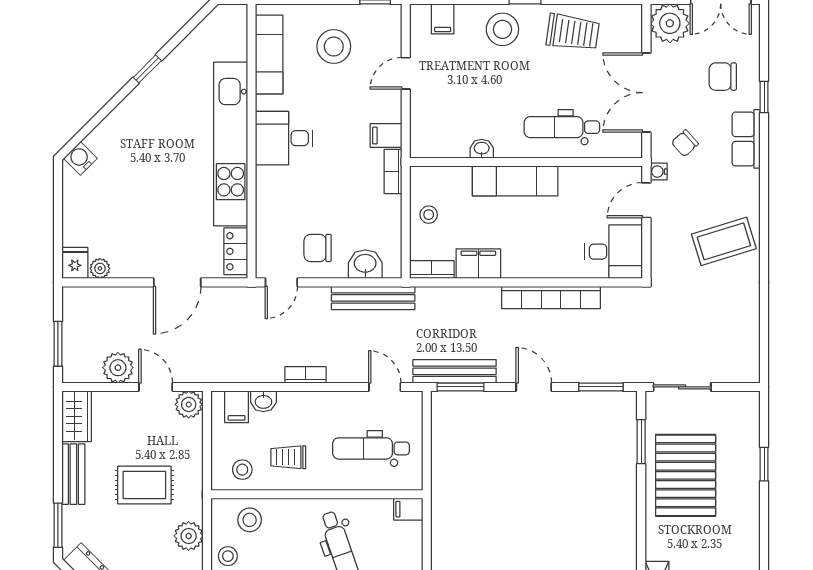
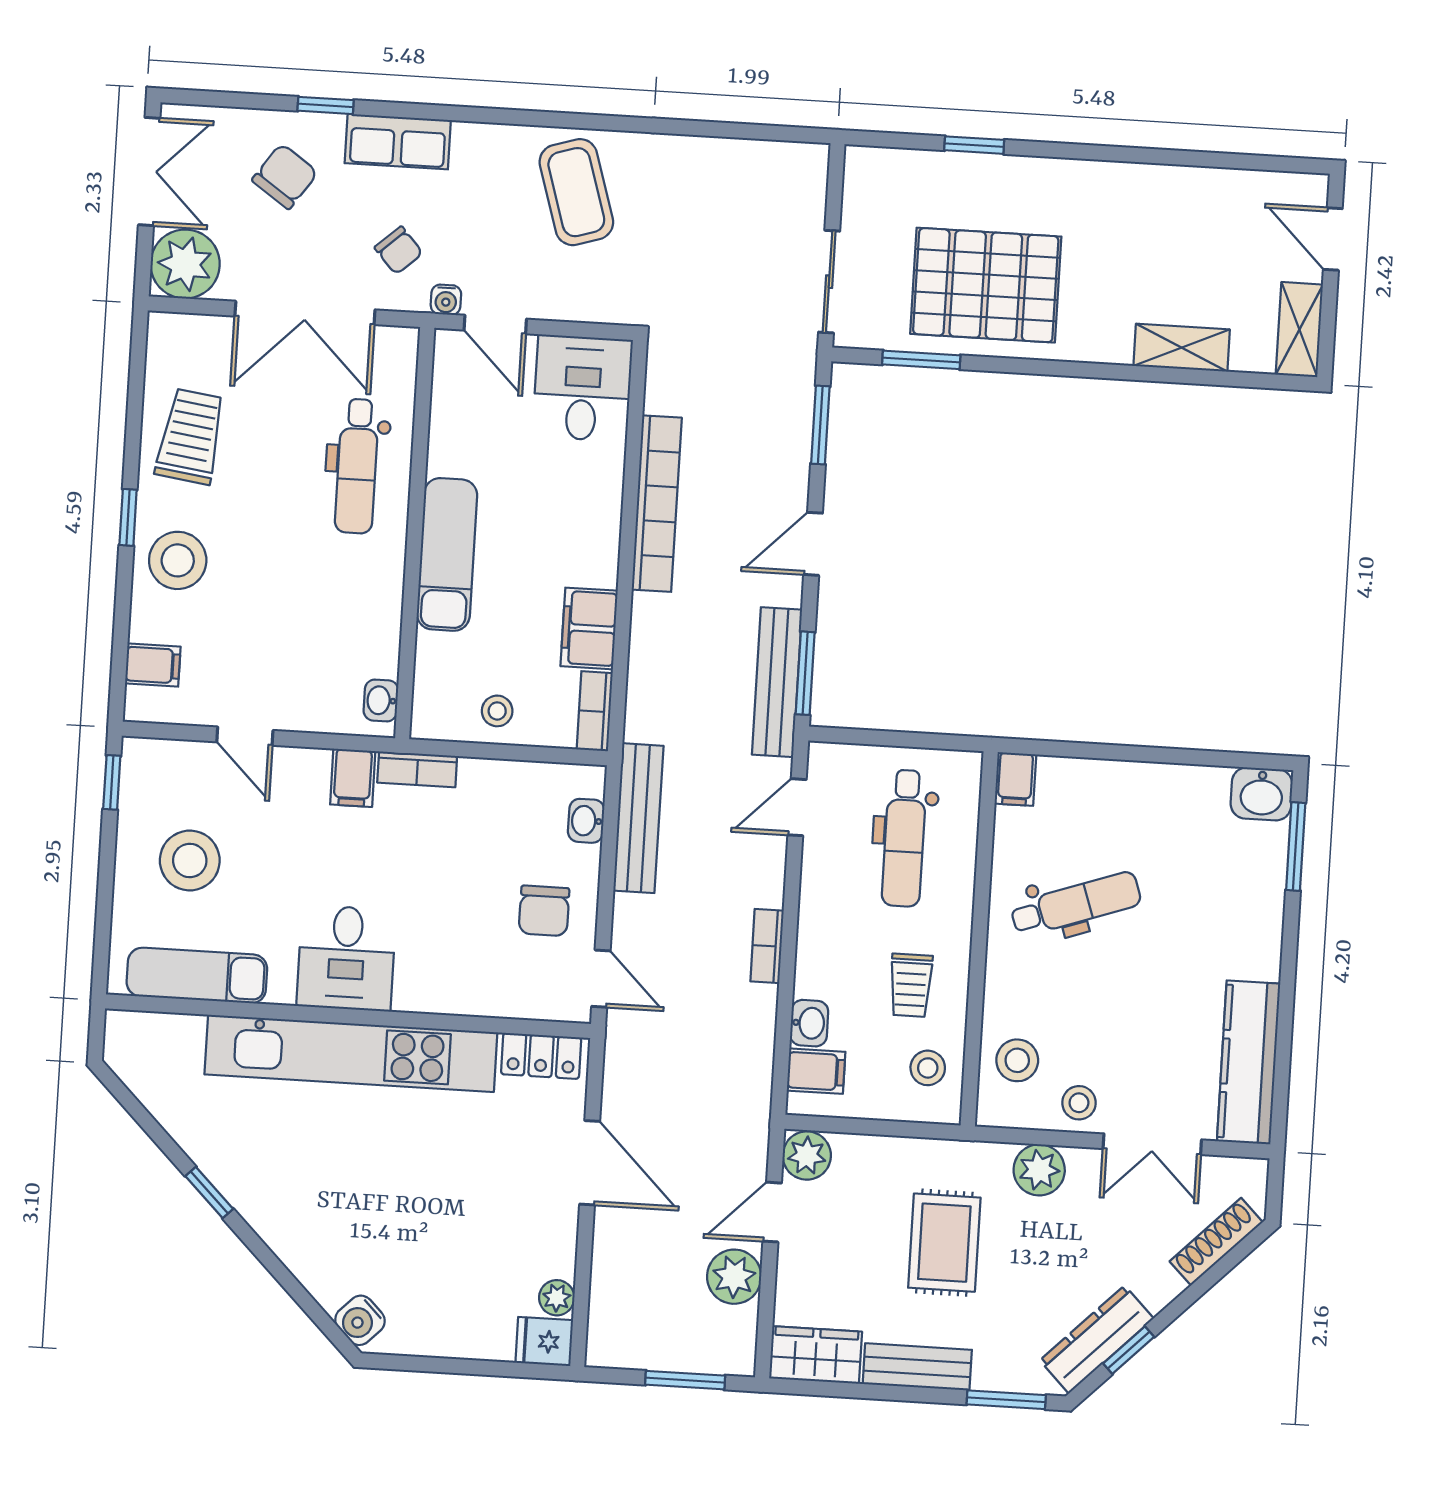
chair: (723, 77) -> (285, 176), turned -145
washbasin: (482, 149) -> (381, 700), moved
washbasin: (365, 264) -> (586, 821), width x0.72, depth x0.69

